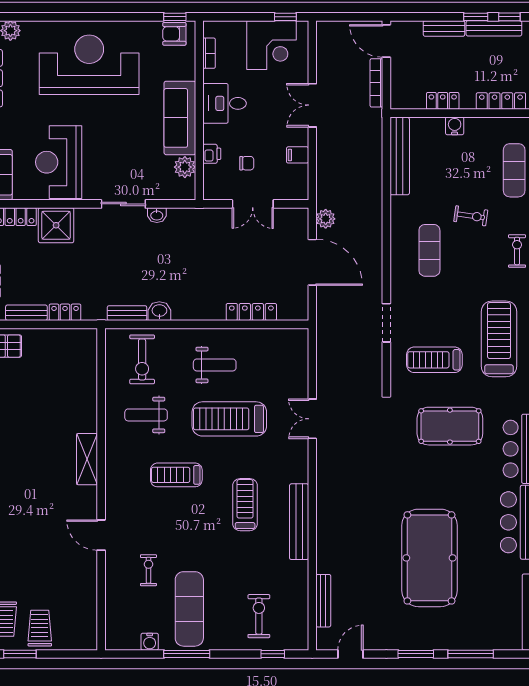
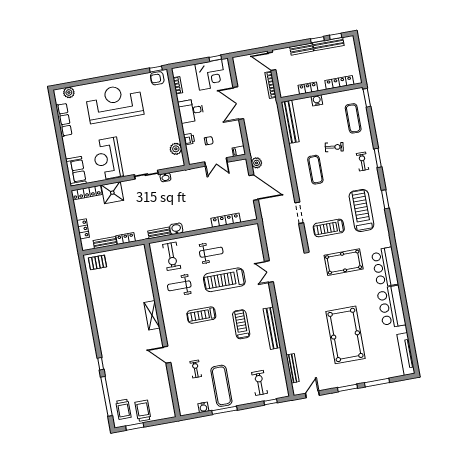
double door: (312, 105) -> (238, 103), width x1.37
sofa: (180, 118) -> (168, 123), removed
filing cabinet: (298, 155) -> (239, 151), moved

